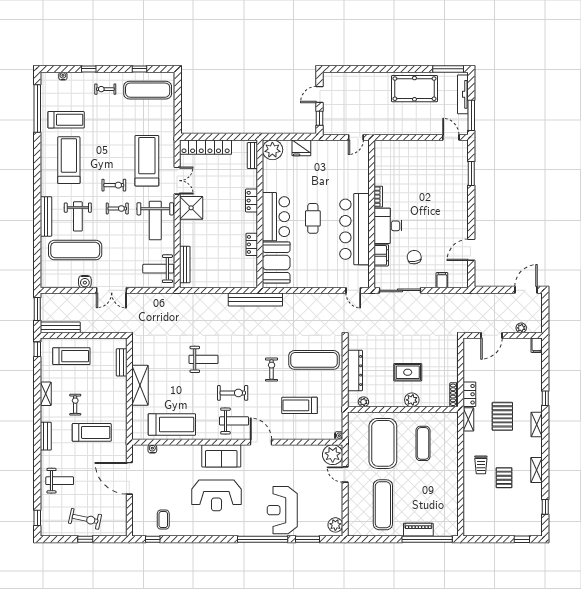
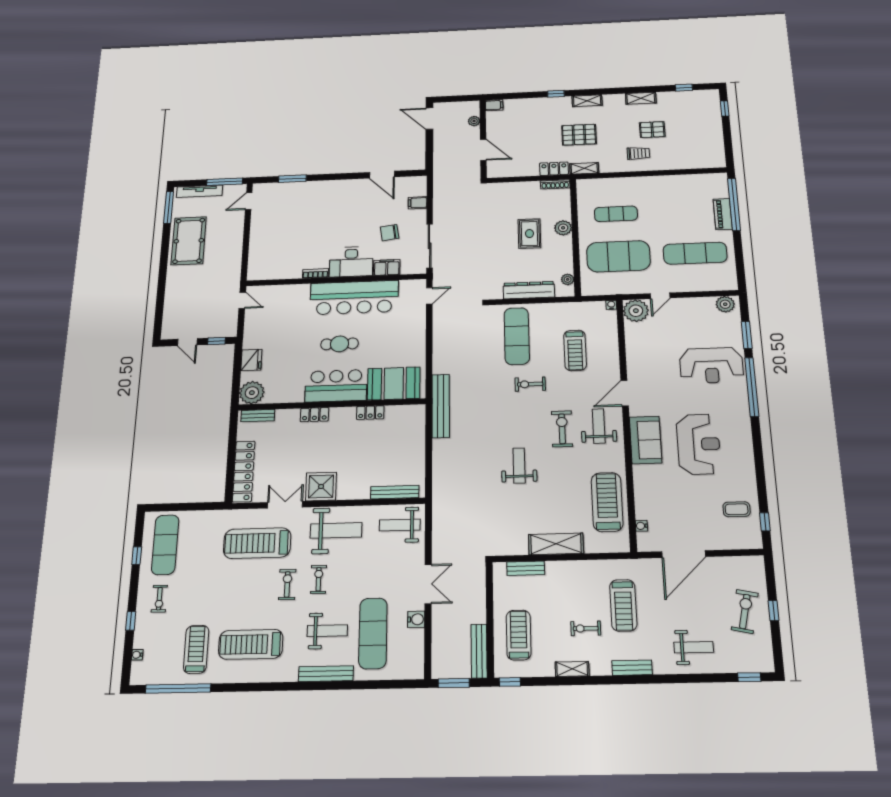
weight bench: (158, 269) -> (400, 525), turned 90
treadmill: (92, 432) -> (623, 605), turned 180
weight bench: (60, 481) -> (694, 647), turned 90

